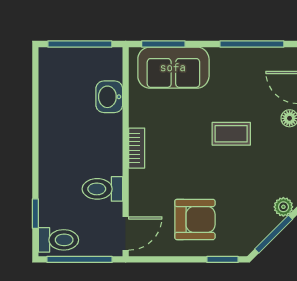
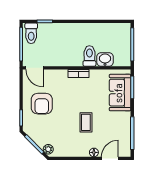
toilet: (102, 189) -> (89, 56), moved

